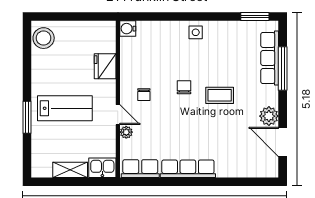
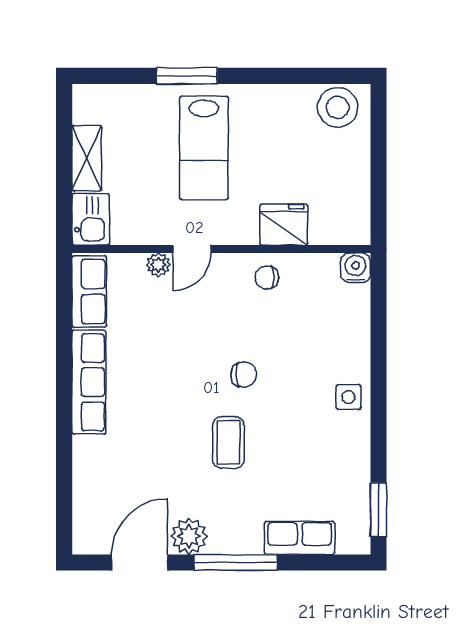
row of seats: (270, 58) -> (300, 538), width x0.68
window: (283, 69) -> (236, 562), moved
chair: (144, 95) -> (267, 278), moved

